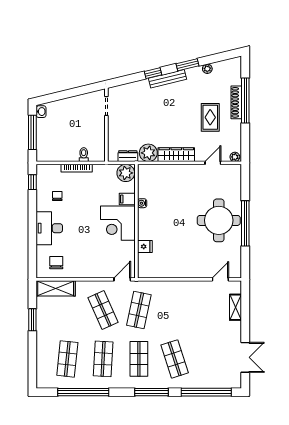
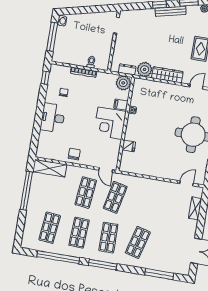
chair: (56, 263) -> (74, 154), moved
door: (122, 279) -> (106, 170), swing flipped
shop shelf: (103, 310) -> (86, 192), turned 30
window: (32, 320) -> (26, 191), width x2.11
shop shelf: (175, 359) -> (138, 242), turned 33
window: (152, 392) -> (103, 265), moved
window: (206, 392) -> (159, 274), width x0.68

